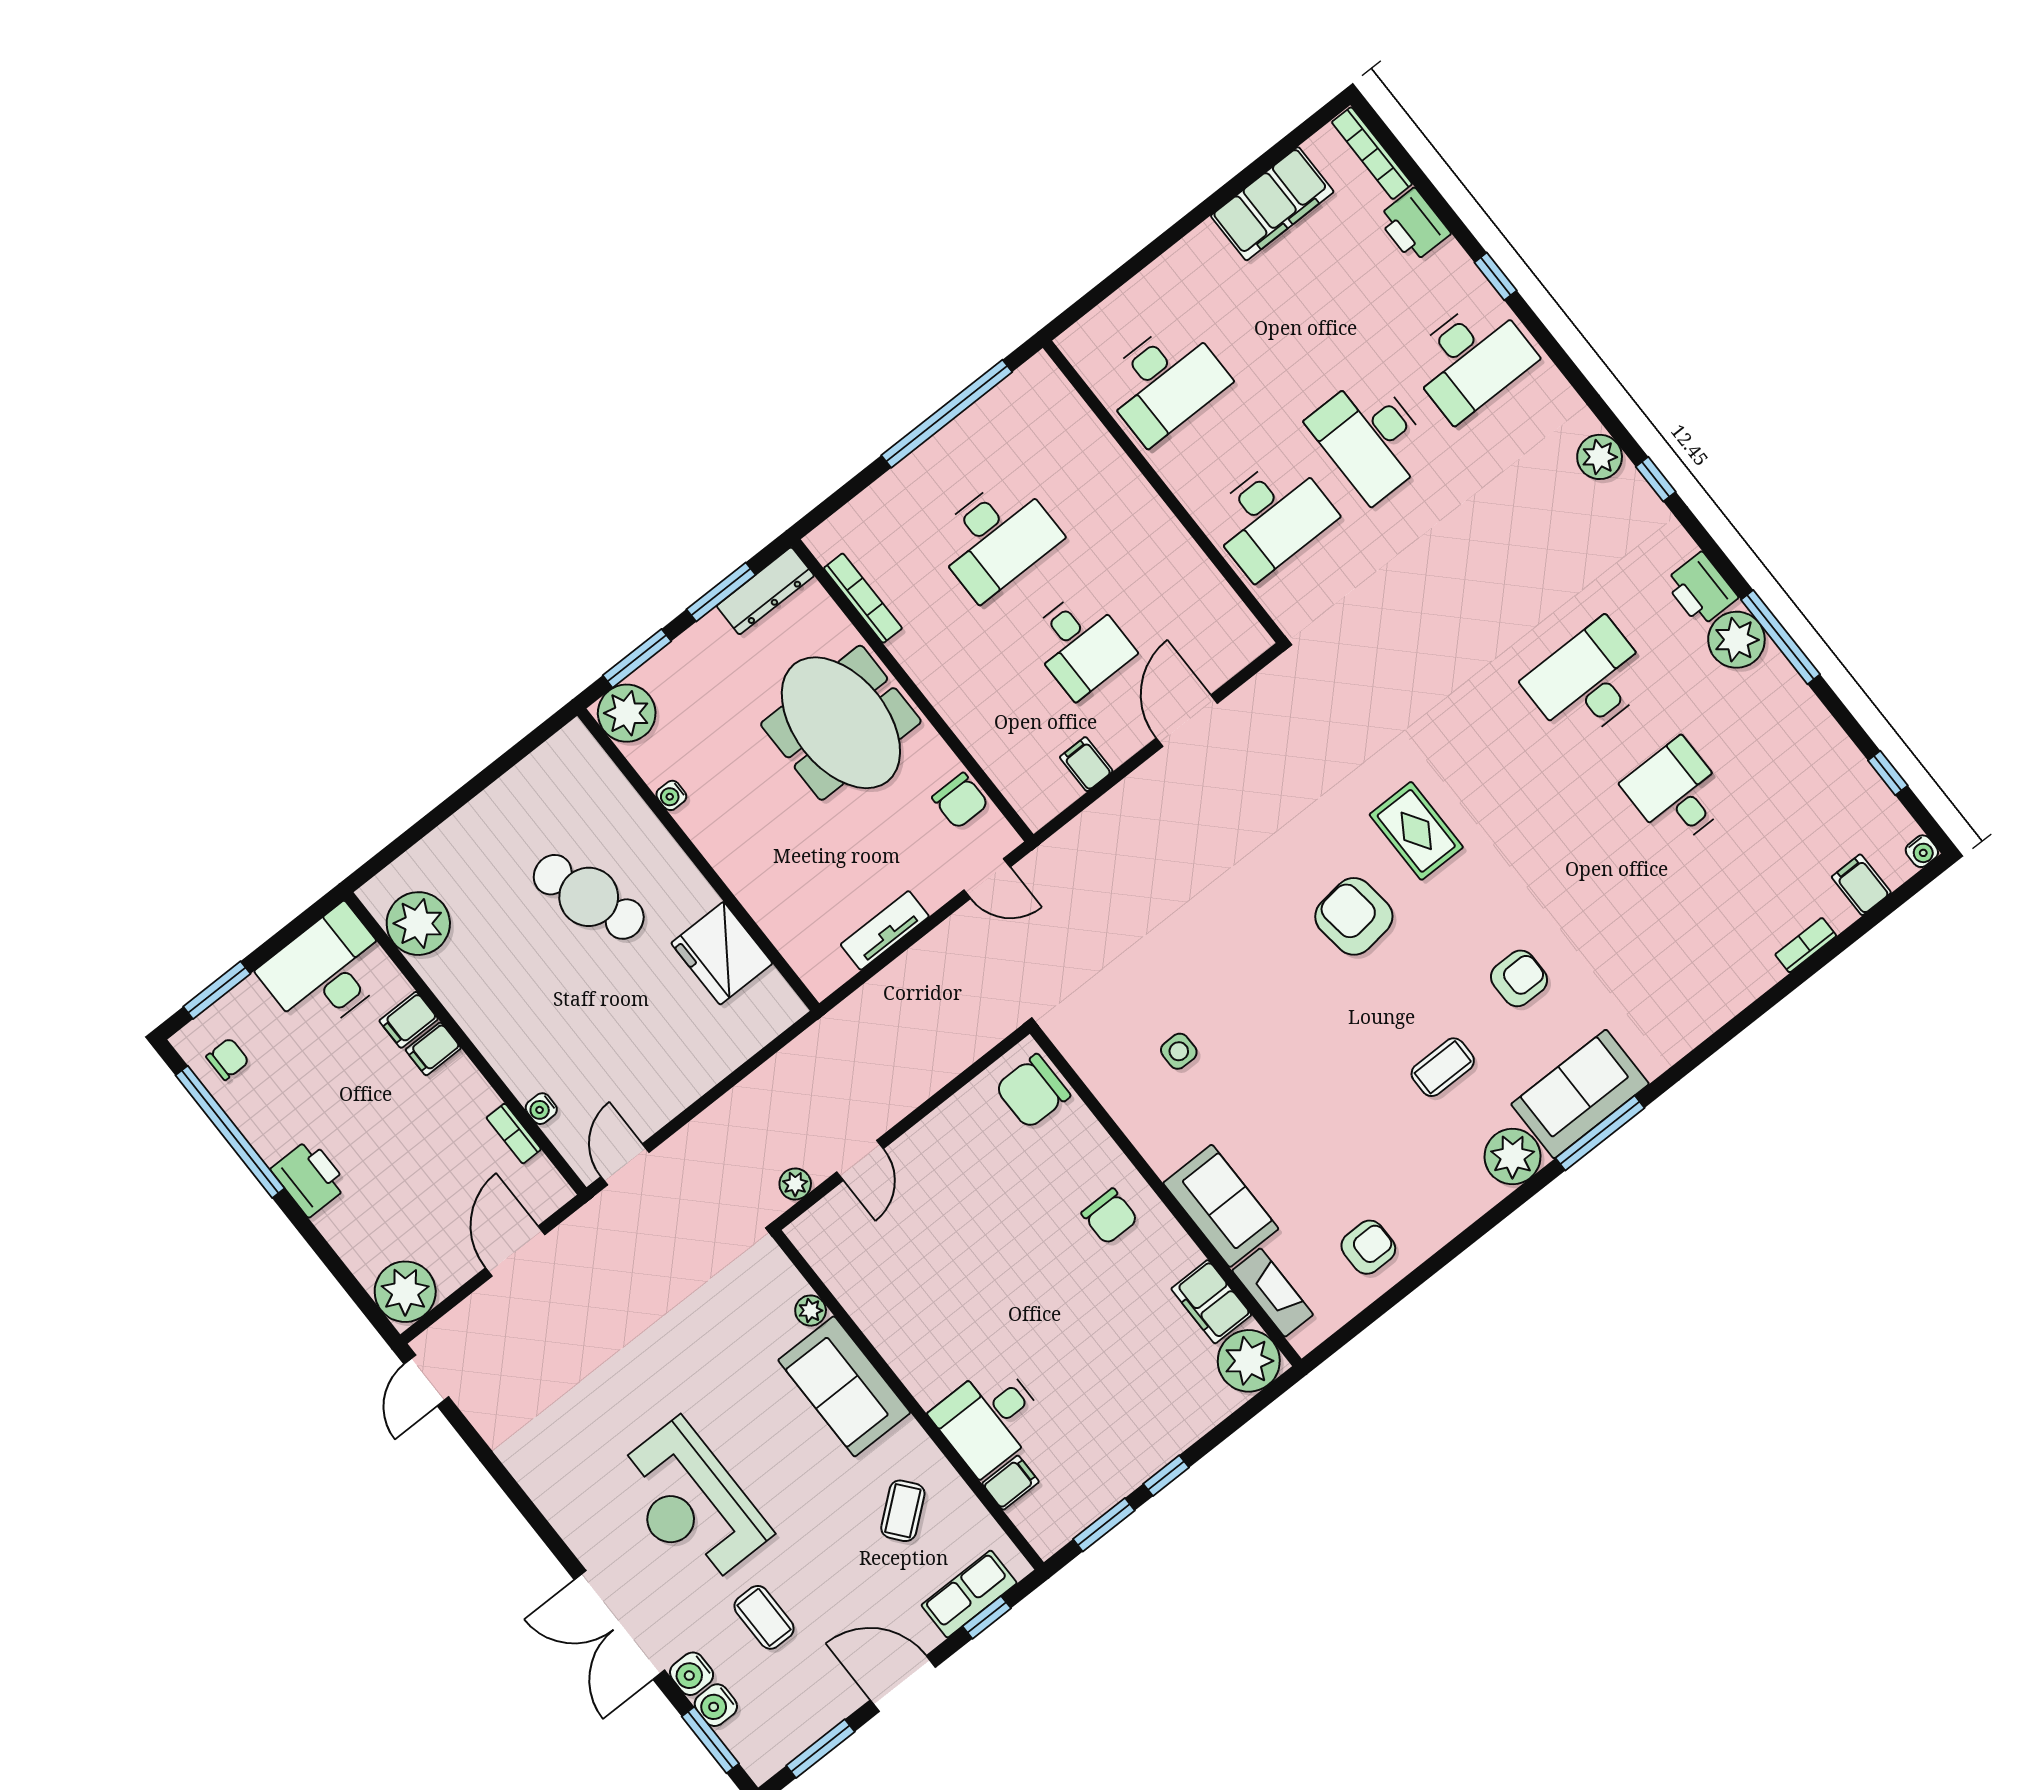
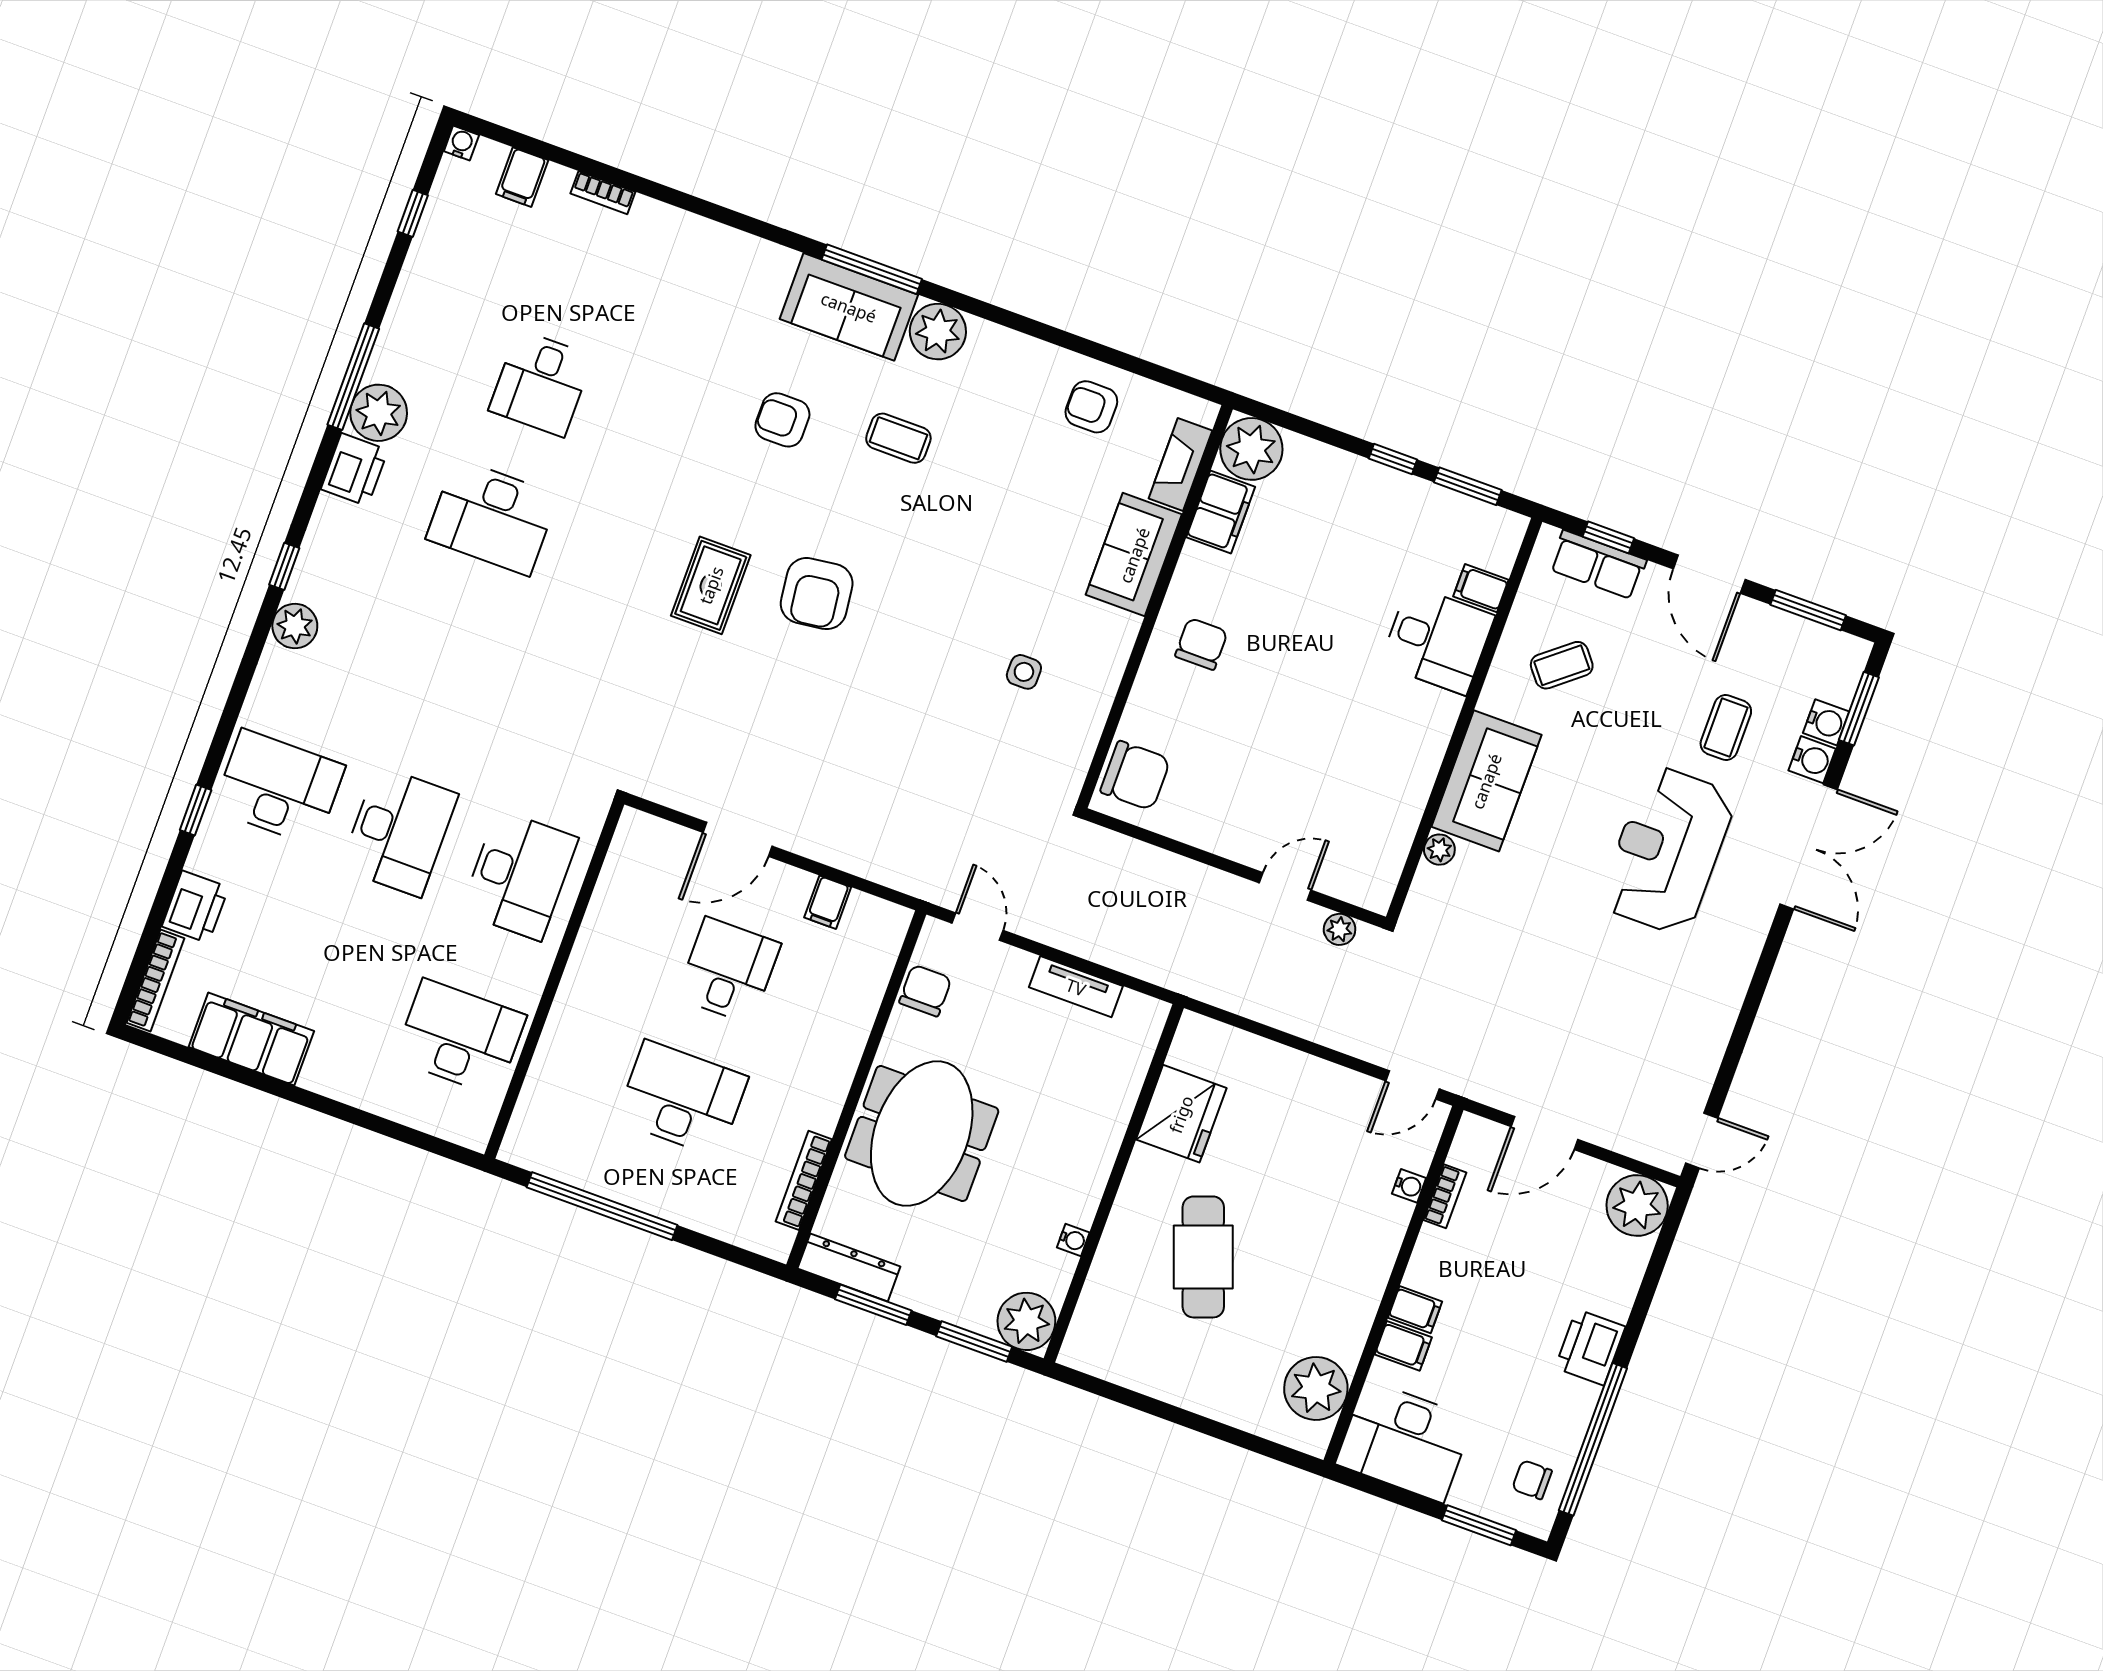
desk: (1271, 517) -> (519, 875), turned 90
reception desk: (690, 1504) -> (1668, 850), turned 180

